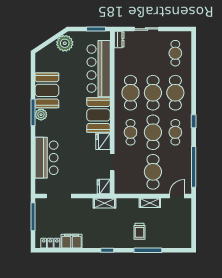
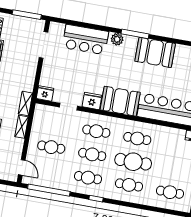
cafe table: (131, 93) -> (137, 138), width x0.73, depth x0.74
cafe table: (175, 93) -> (129, 185), width x0.73, depth x0.74
plant: (41, 115) -> (117, 39), moved
cafe table: (153, 132) -> (92, 154), width x0.73, depth x0.74
cafe table: (153, 172) -> (51, 147), width x0.73, depth x0.74
shelving: (104, 203) -> (25, 103), moved
shelving: (150, 203) -> (22, 127), moved

